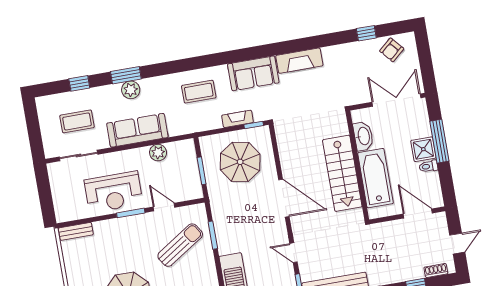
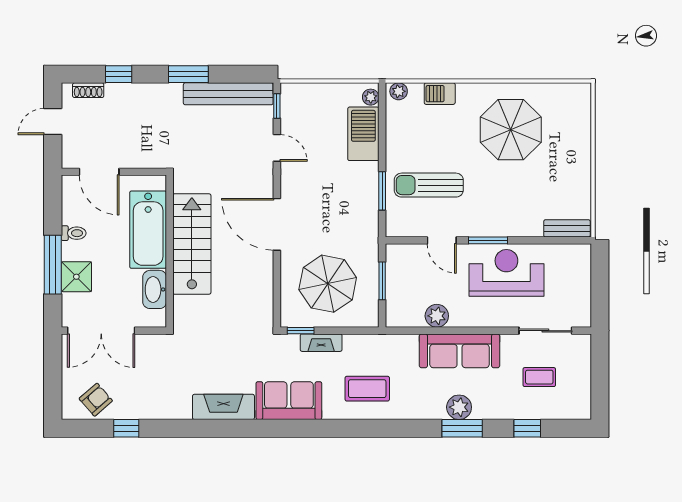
coffee table: (77, 121) -> (539, 377), width x0.73, depth x0.77
shower: (423, 149) -> (76, 277), moved
sun lounger: (180, 245) -> (429, 185), turned 33

